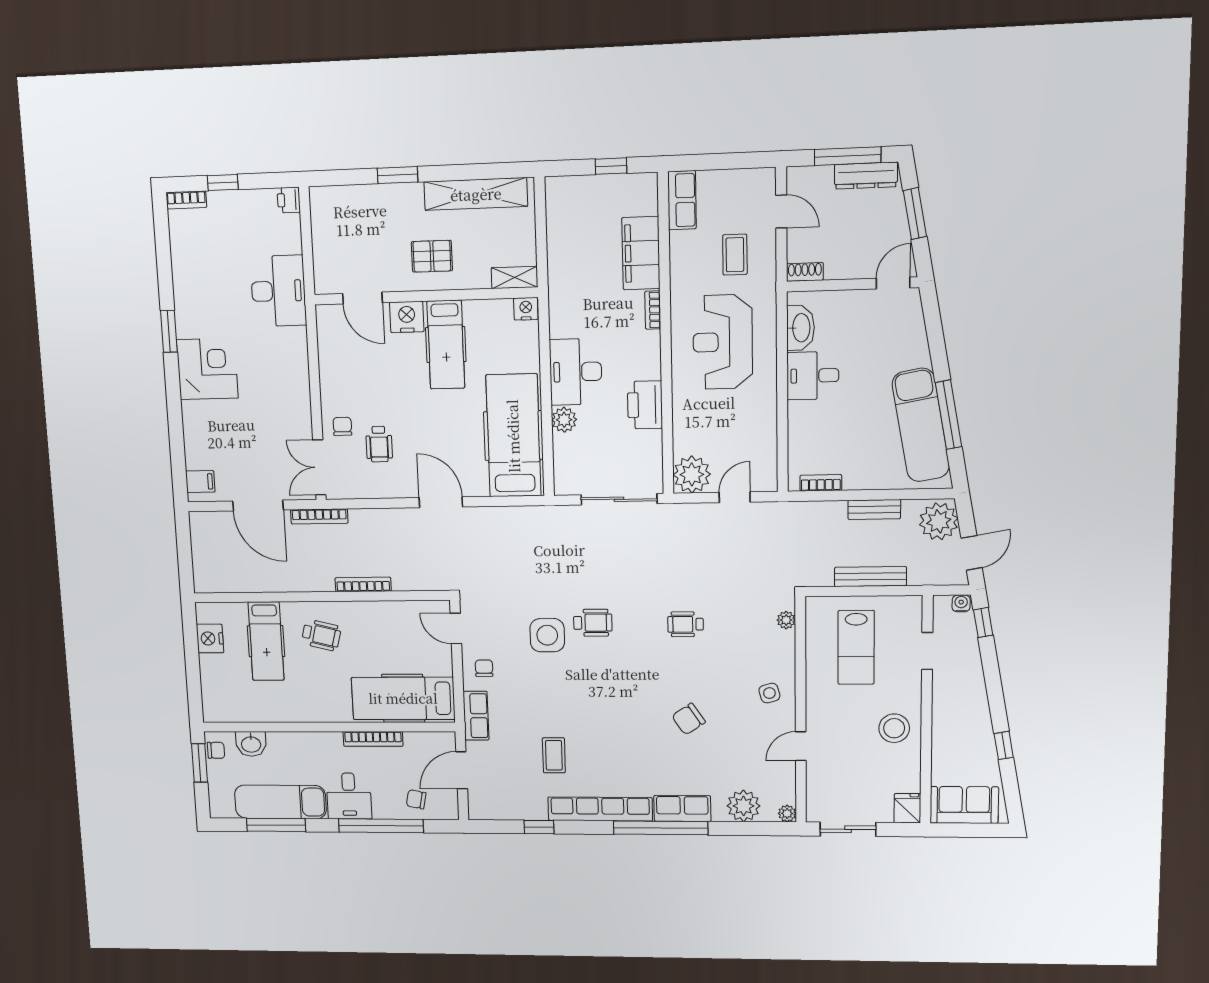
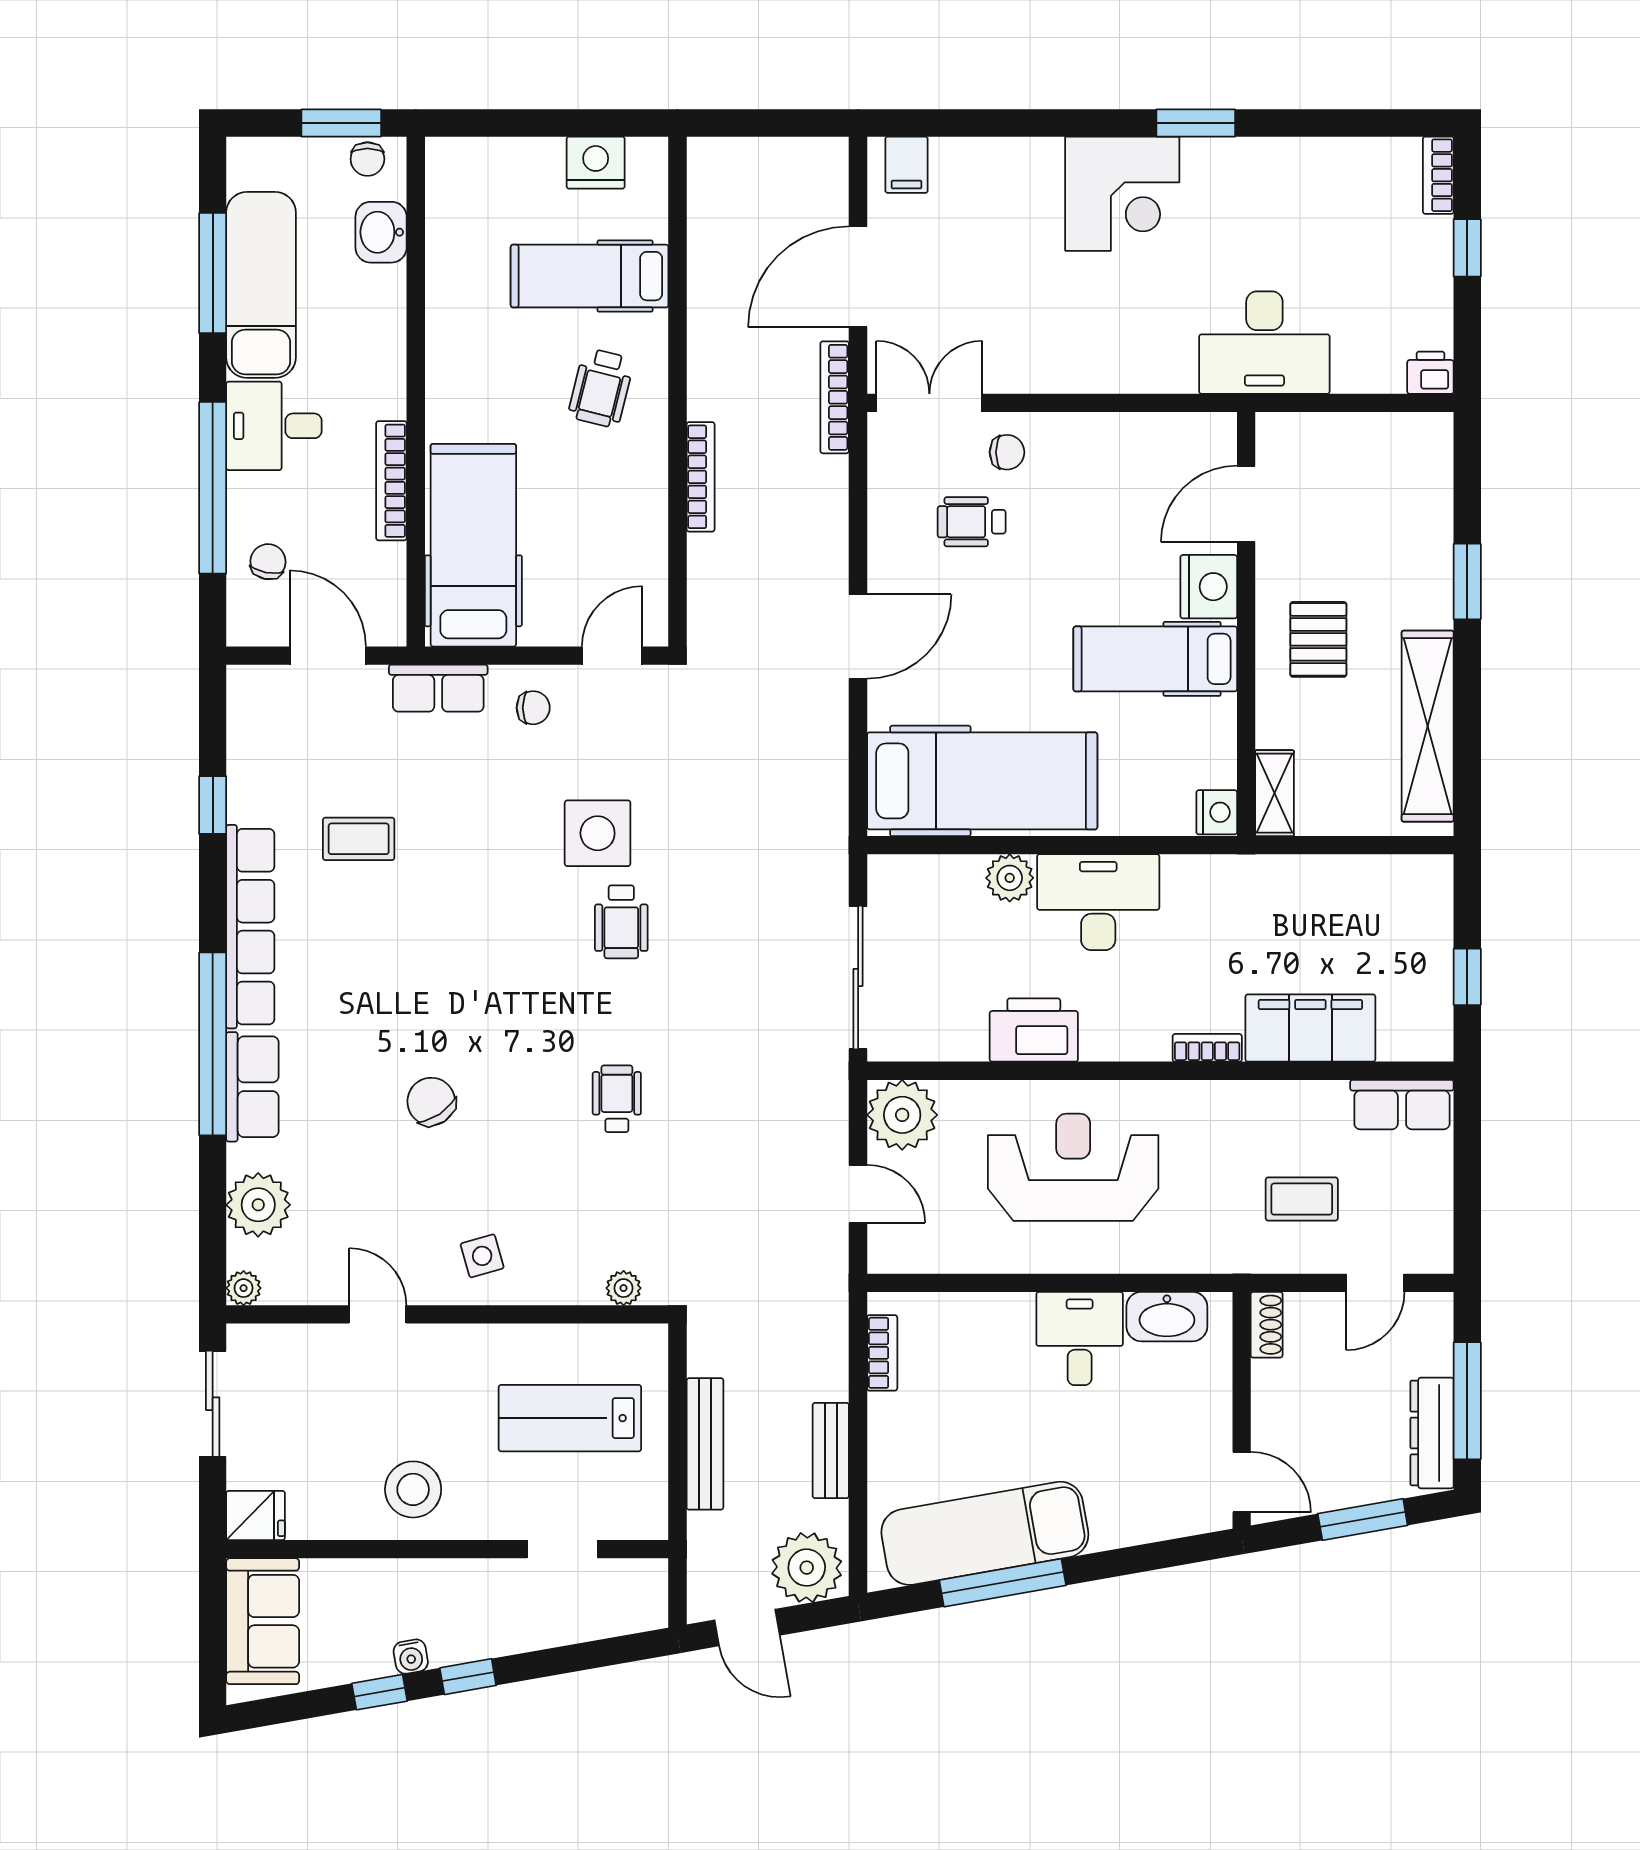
reception desk: (723, 342) -> (1073, 1167), moved
water cooler: (961, 603) -> (411, 1657), moved, turned 80
window: (983, 622) -> (468, 1677), moved

